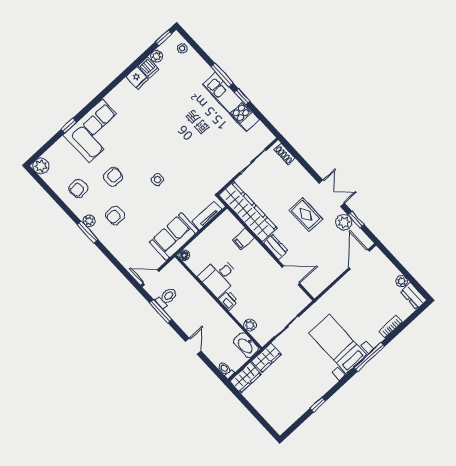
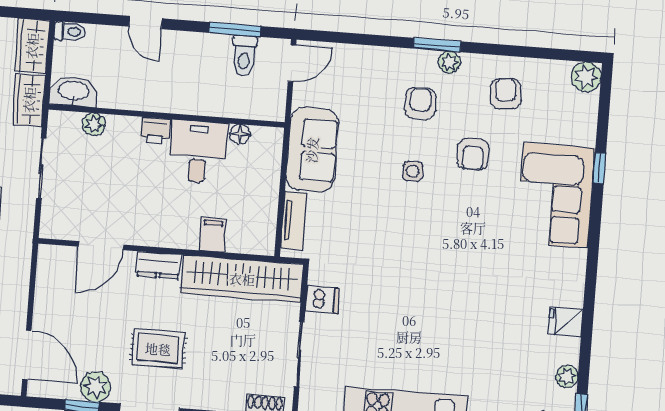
dishwasher: (148, 68) -> (322, 300), moved, turned 180
side table: (157, 179) -> (413, 171), moved
floor lamp: (184, 255) -> (240, 134), moved

